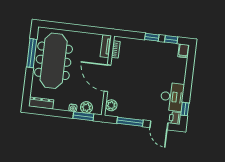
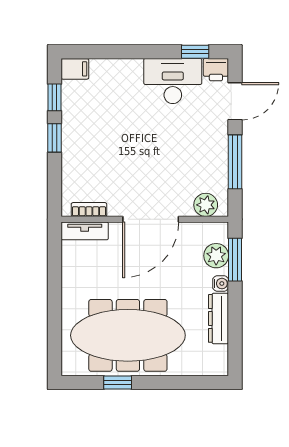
window: (32, 53) -> (118, 383), width x0.46
dresser: (41, 103) -> (218, 318), moved

